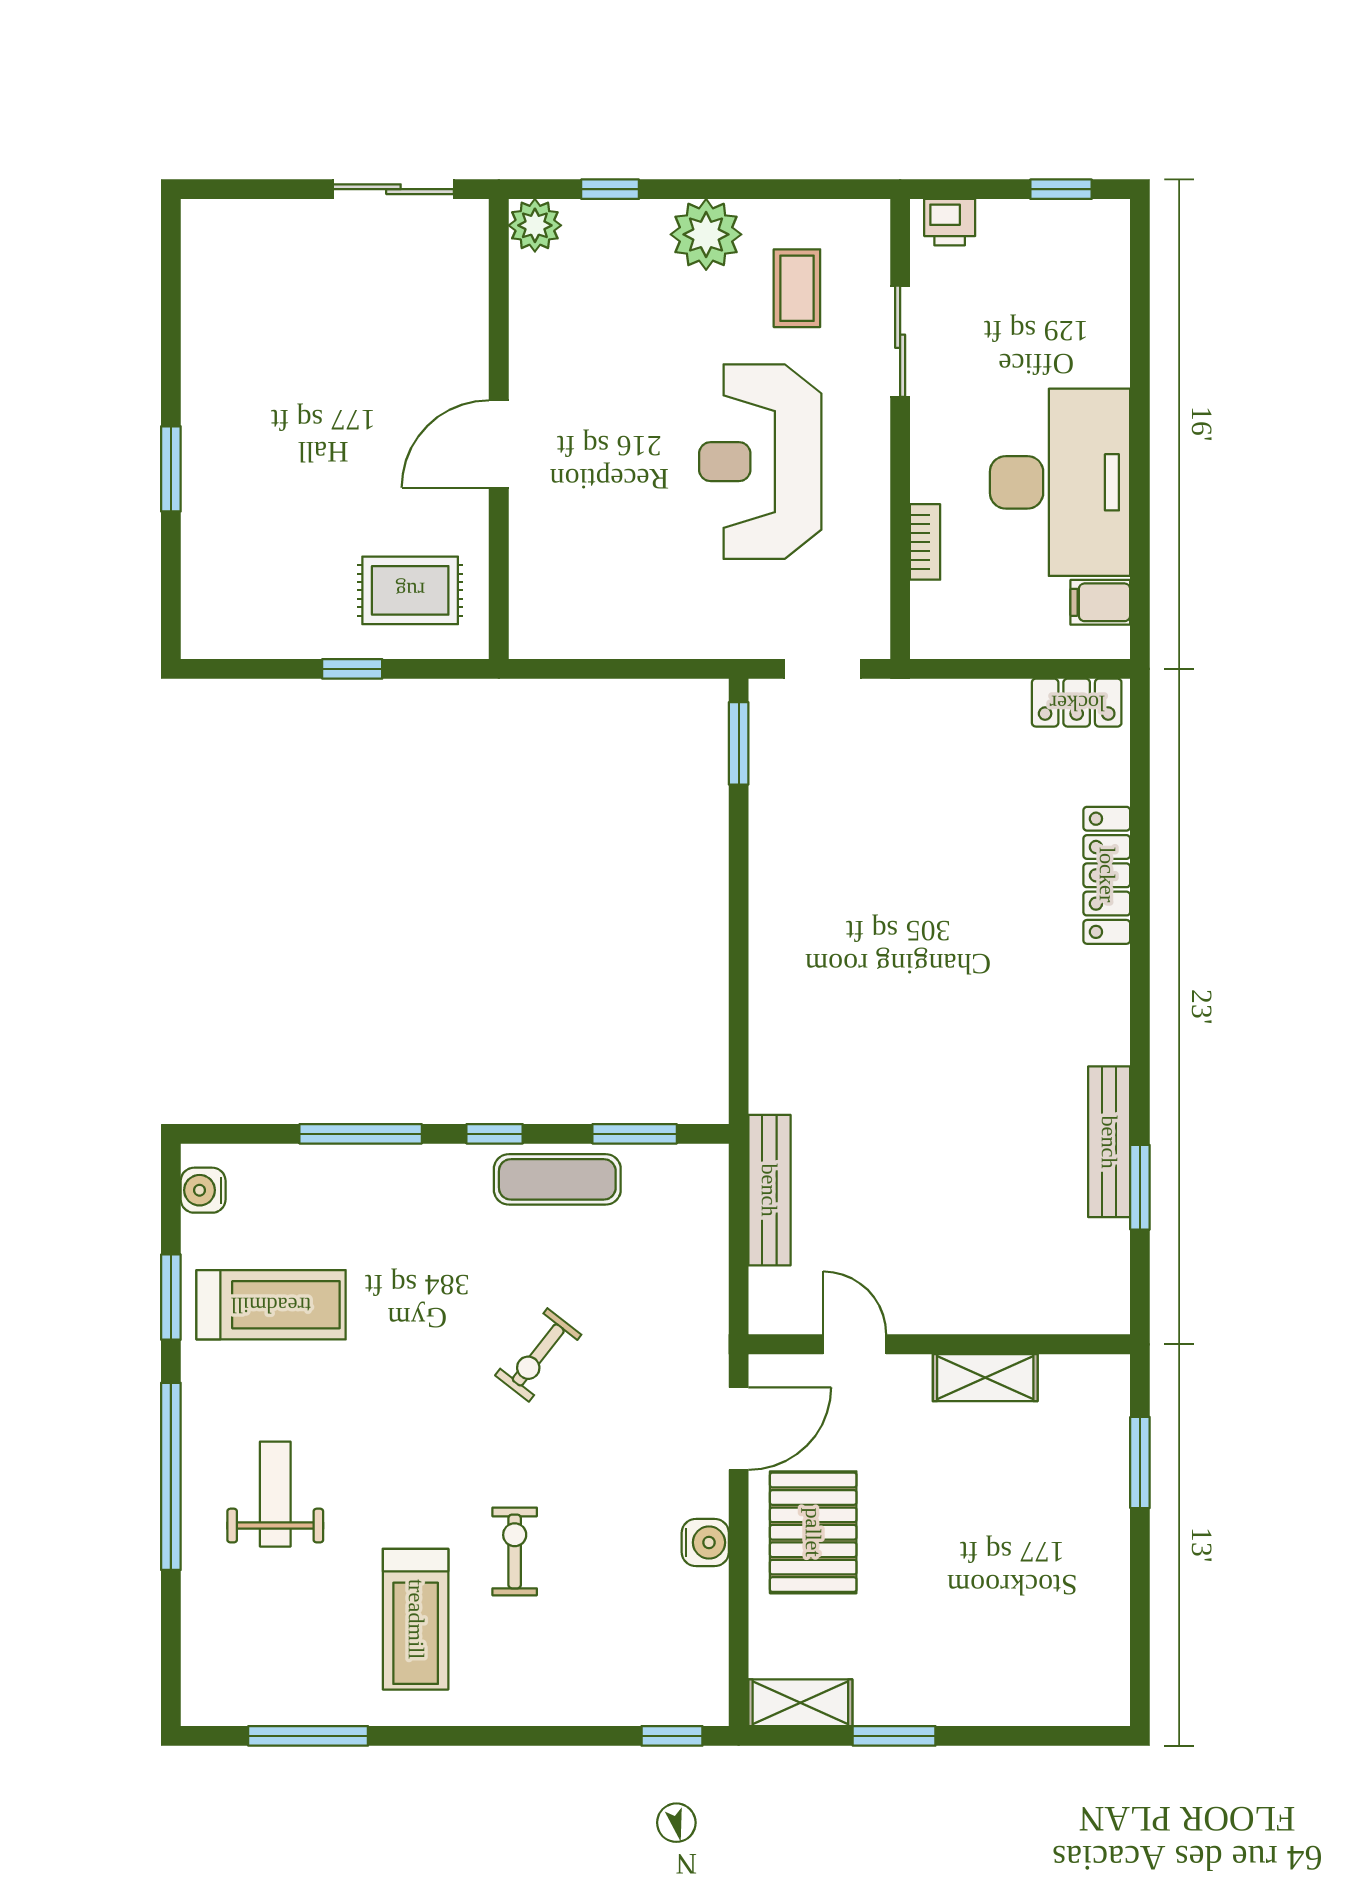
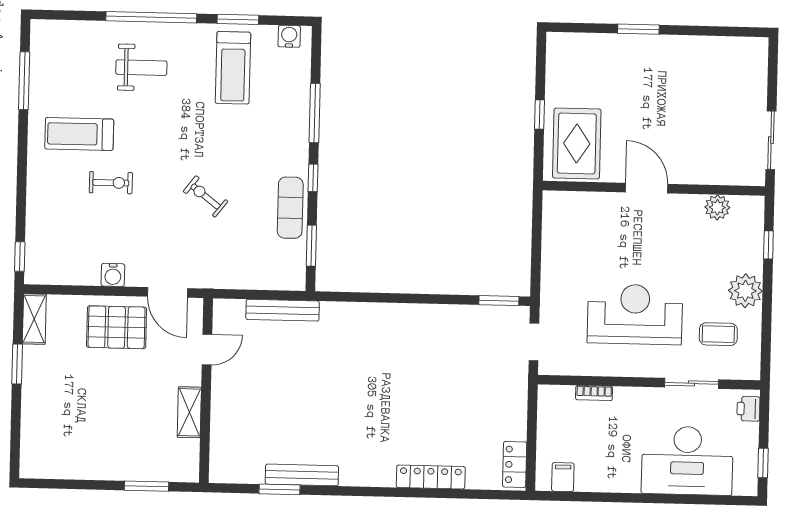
plant: (535, 225) -> (717, 207), moved
desk: (1060, 482) -> (687, 461), moved
rug: (410, 590) -> (577, 144), width x1.36, depth x1.43

